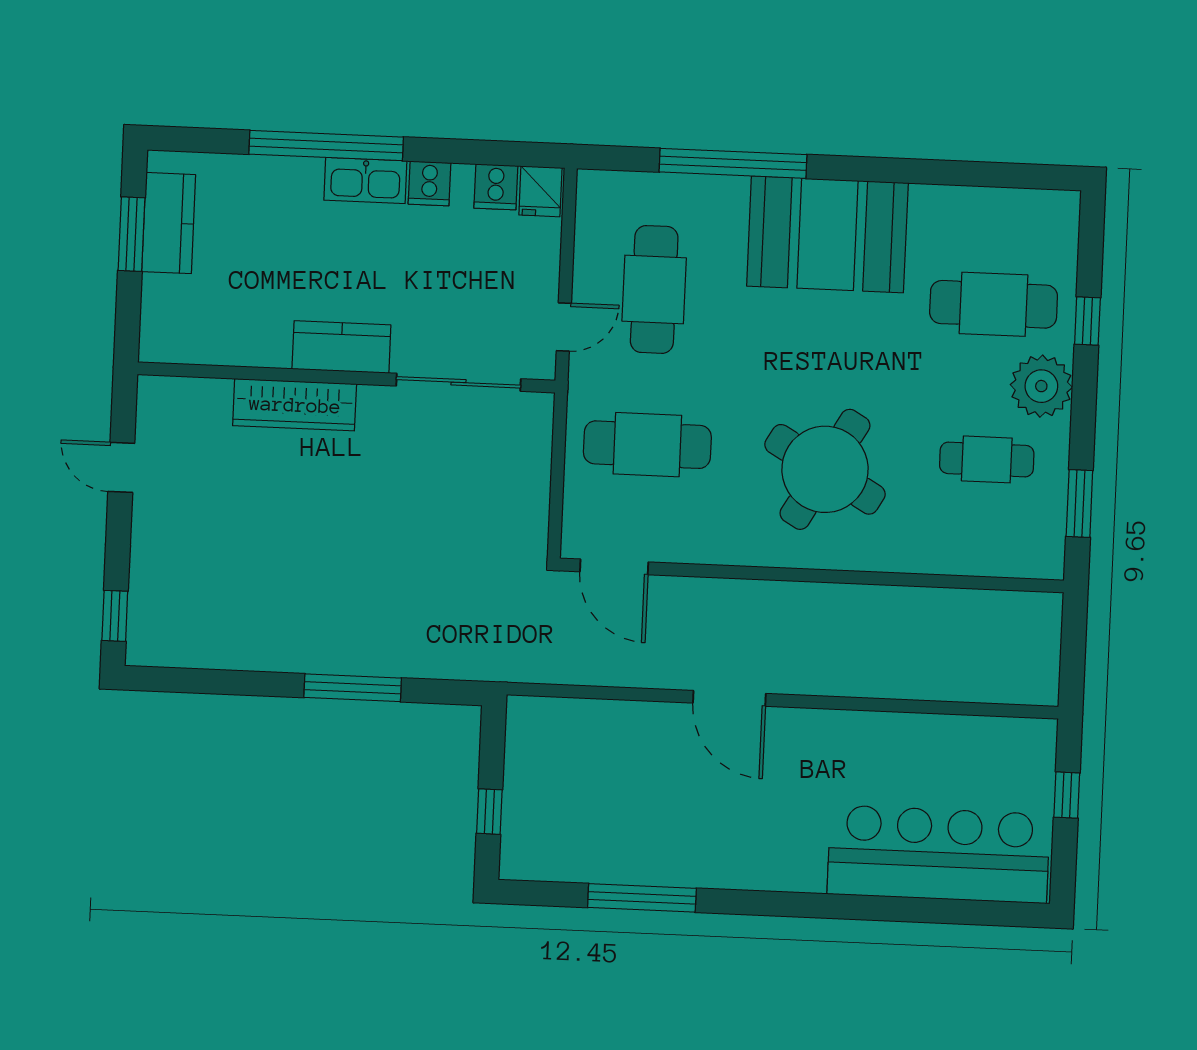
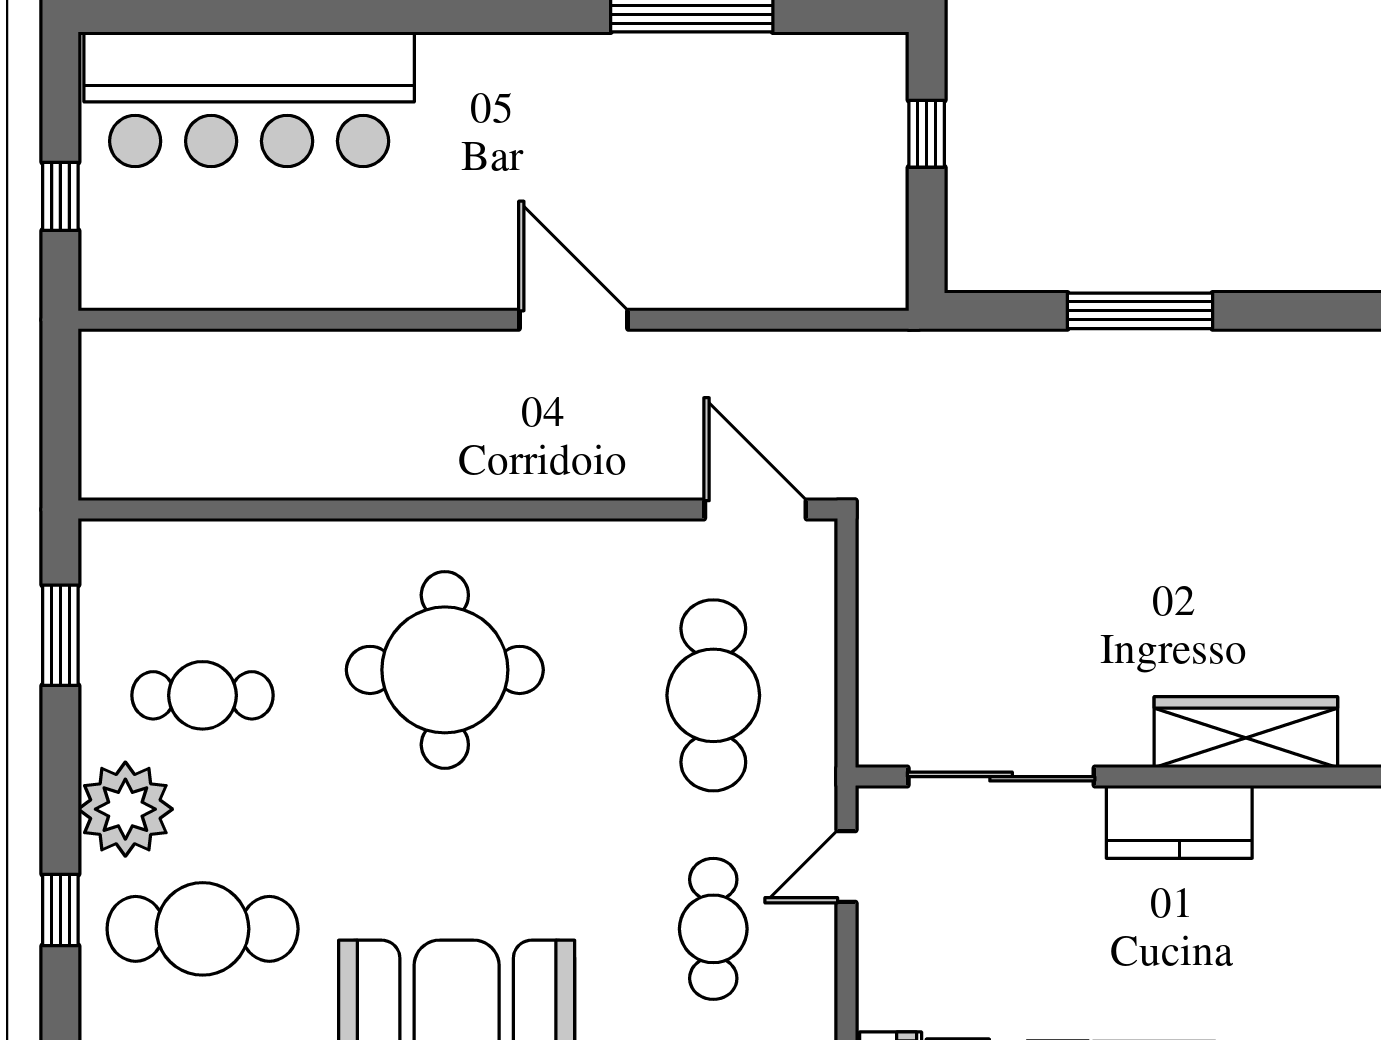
cafe table: (654, 289) -> (713, 929), width x0.73, depth x0.74
cafe table: (647, 445) -> (713, 695), turned 90
round table: (825, 469) -> (445, 670), turned -30

